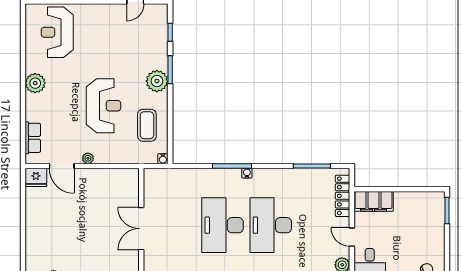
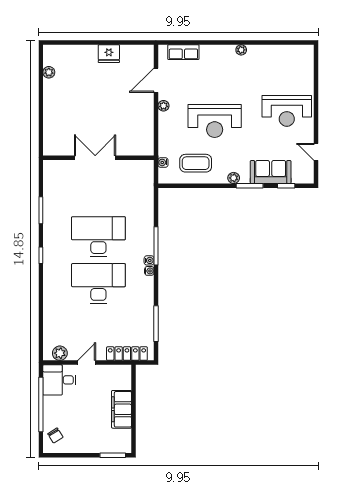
reception desk: (57, 32) -> (287, 111), moved, turned 180
sofa: (156, 48) -> (271, 172), added
plant: (157, 81) -> (234, 178), width x0.53, depth x0.53
plant: (35, 83) -> (241, 50), width x0.53, depth x0.53
water cooler: (163, 159) -> (163, 162), moved
water cooler: (258, 173) -> (149, 271), added
fridge: (36, 177) -> (109, 54), moved, turned -90
filing cabinet: (374, 201) -> (122, 409), moved

